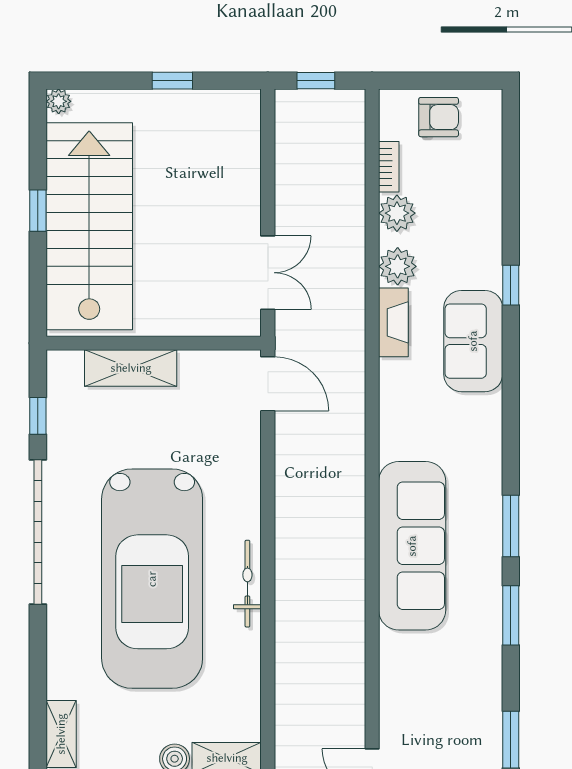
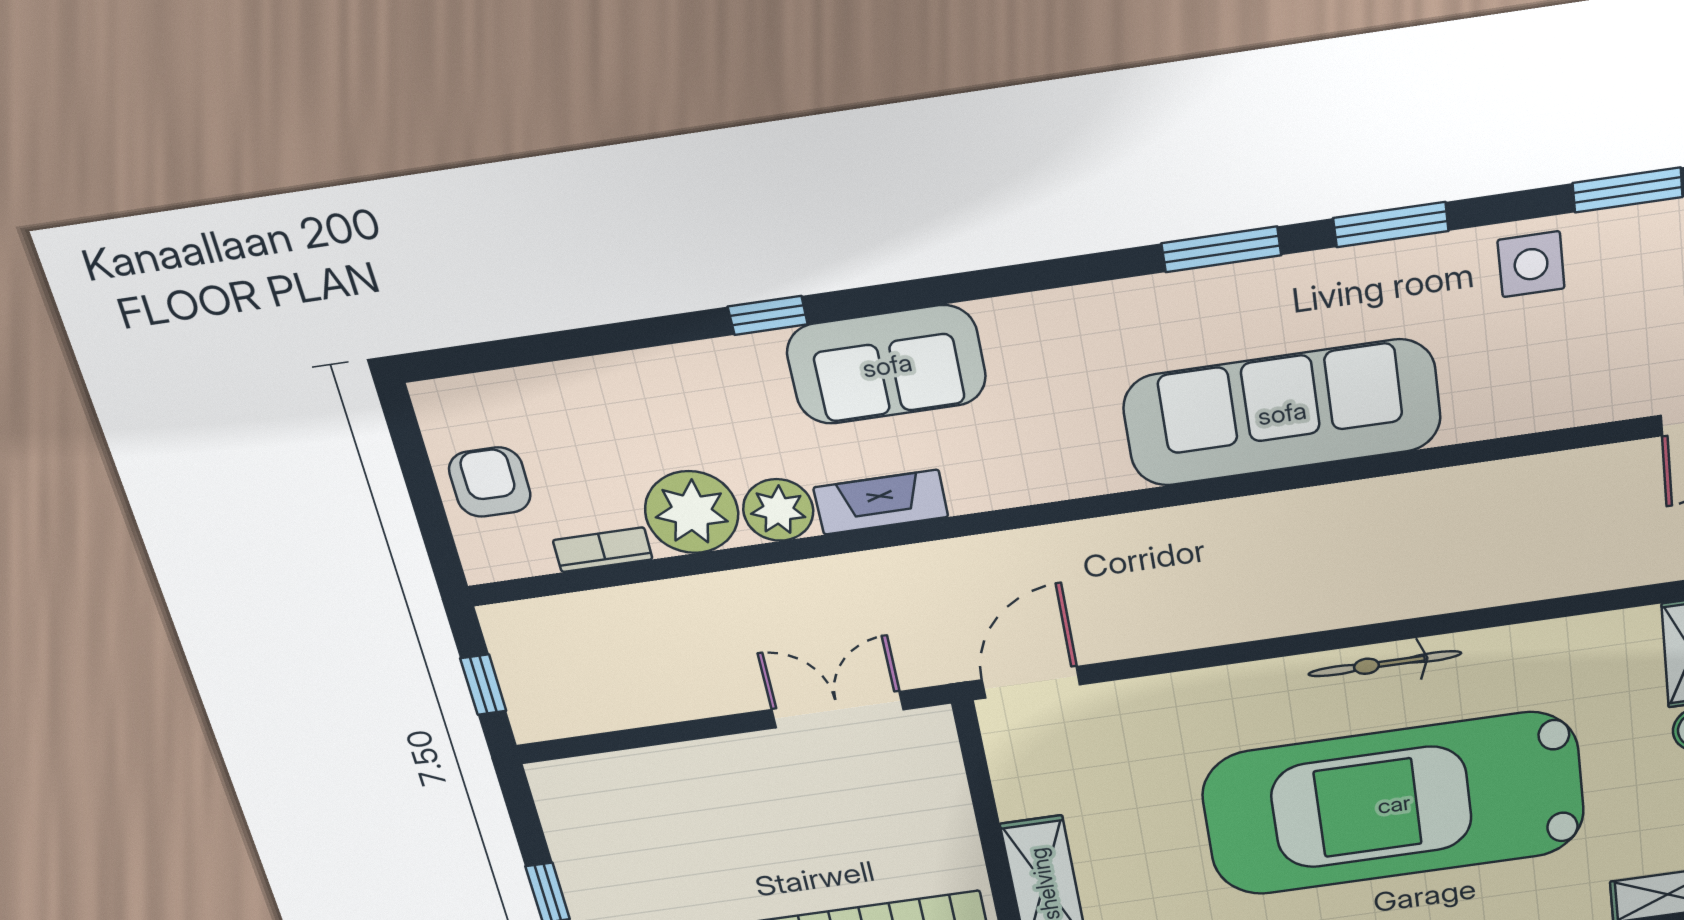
plant: (397, 213) -> (692, 512), width x1.36, depth x1.36
car: (152, 579) -> (1394, 804), turned 180
side table: (477, 686) -> (1531, 264), added

